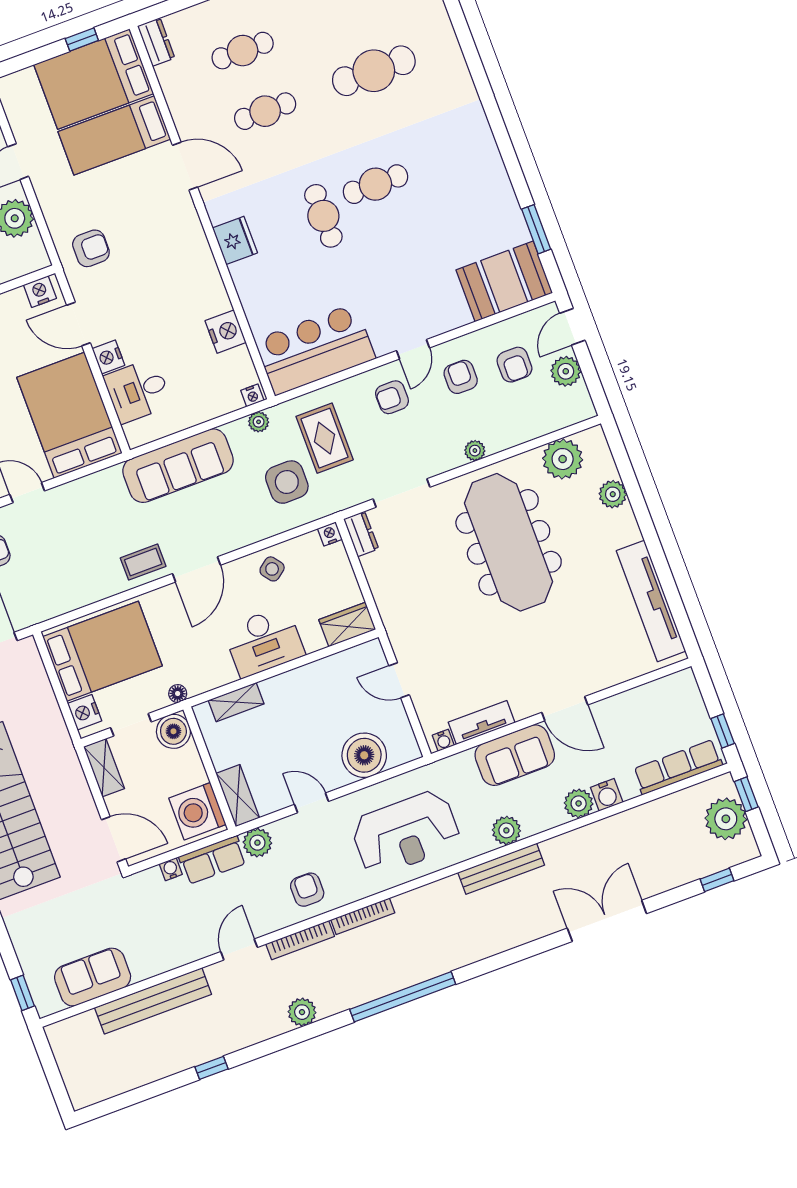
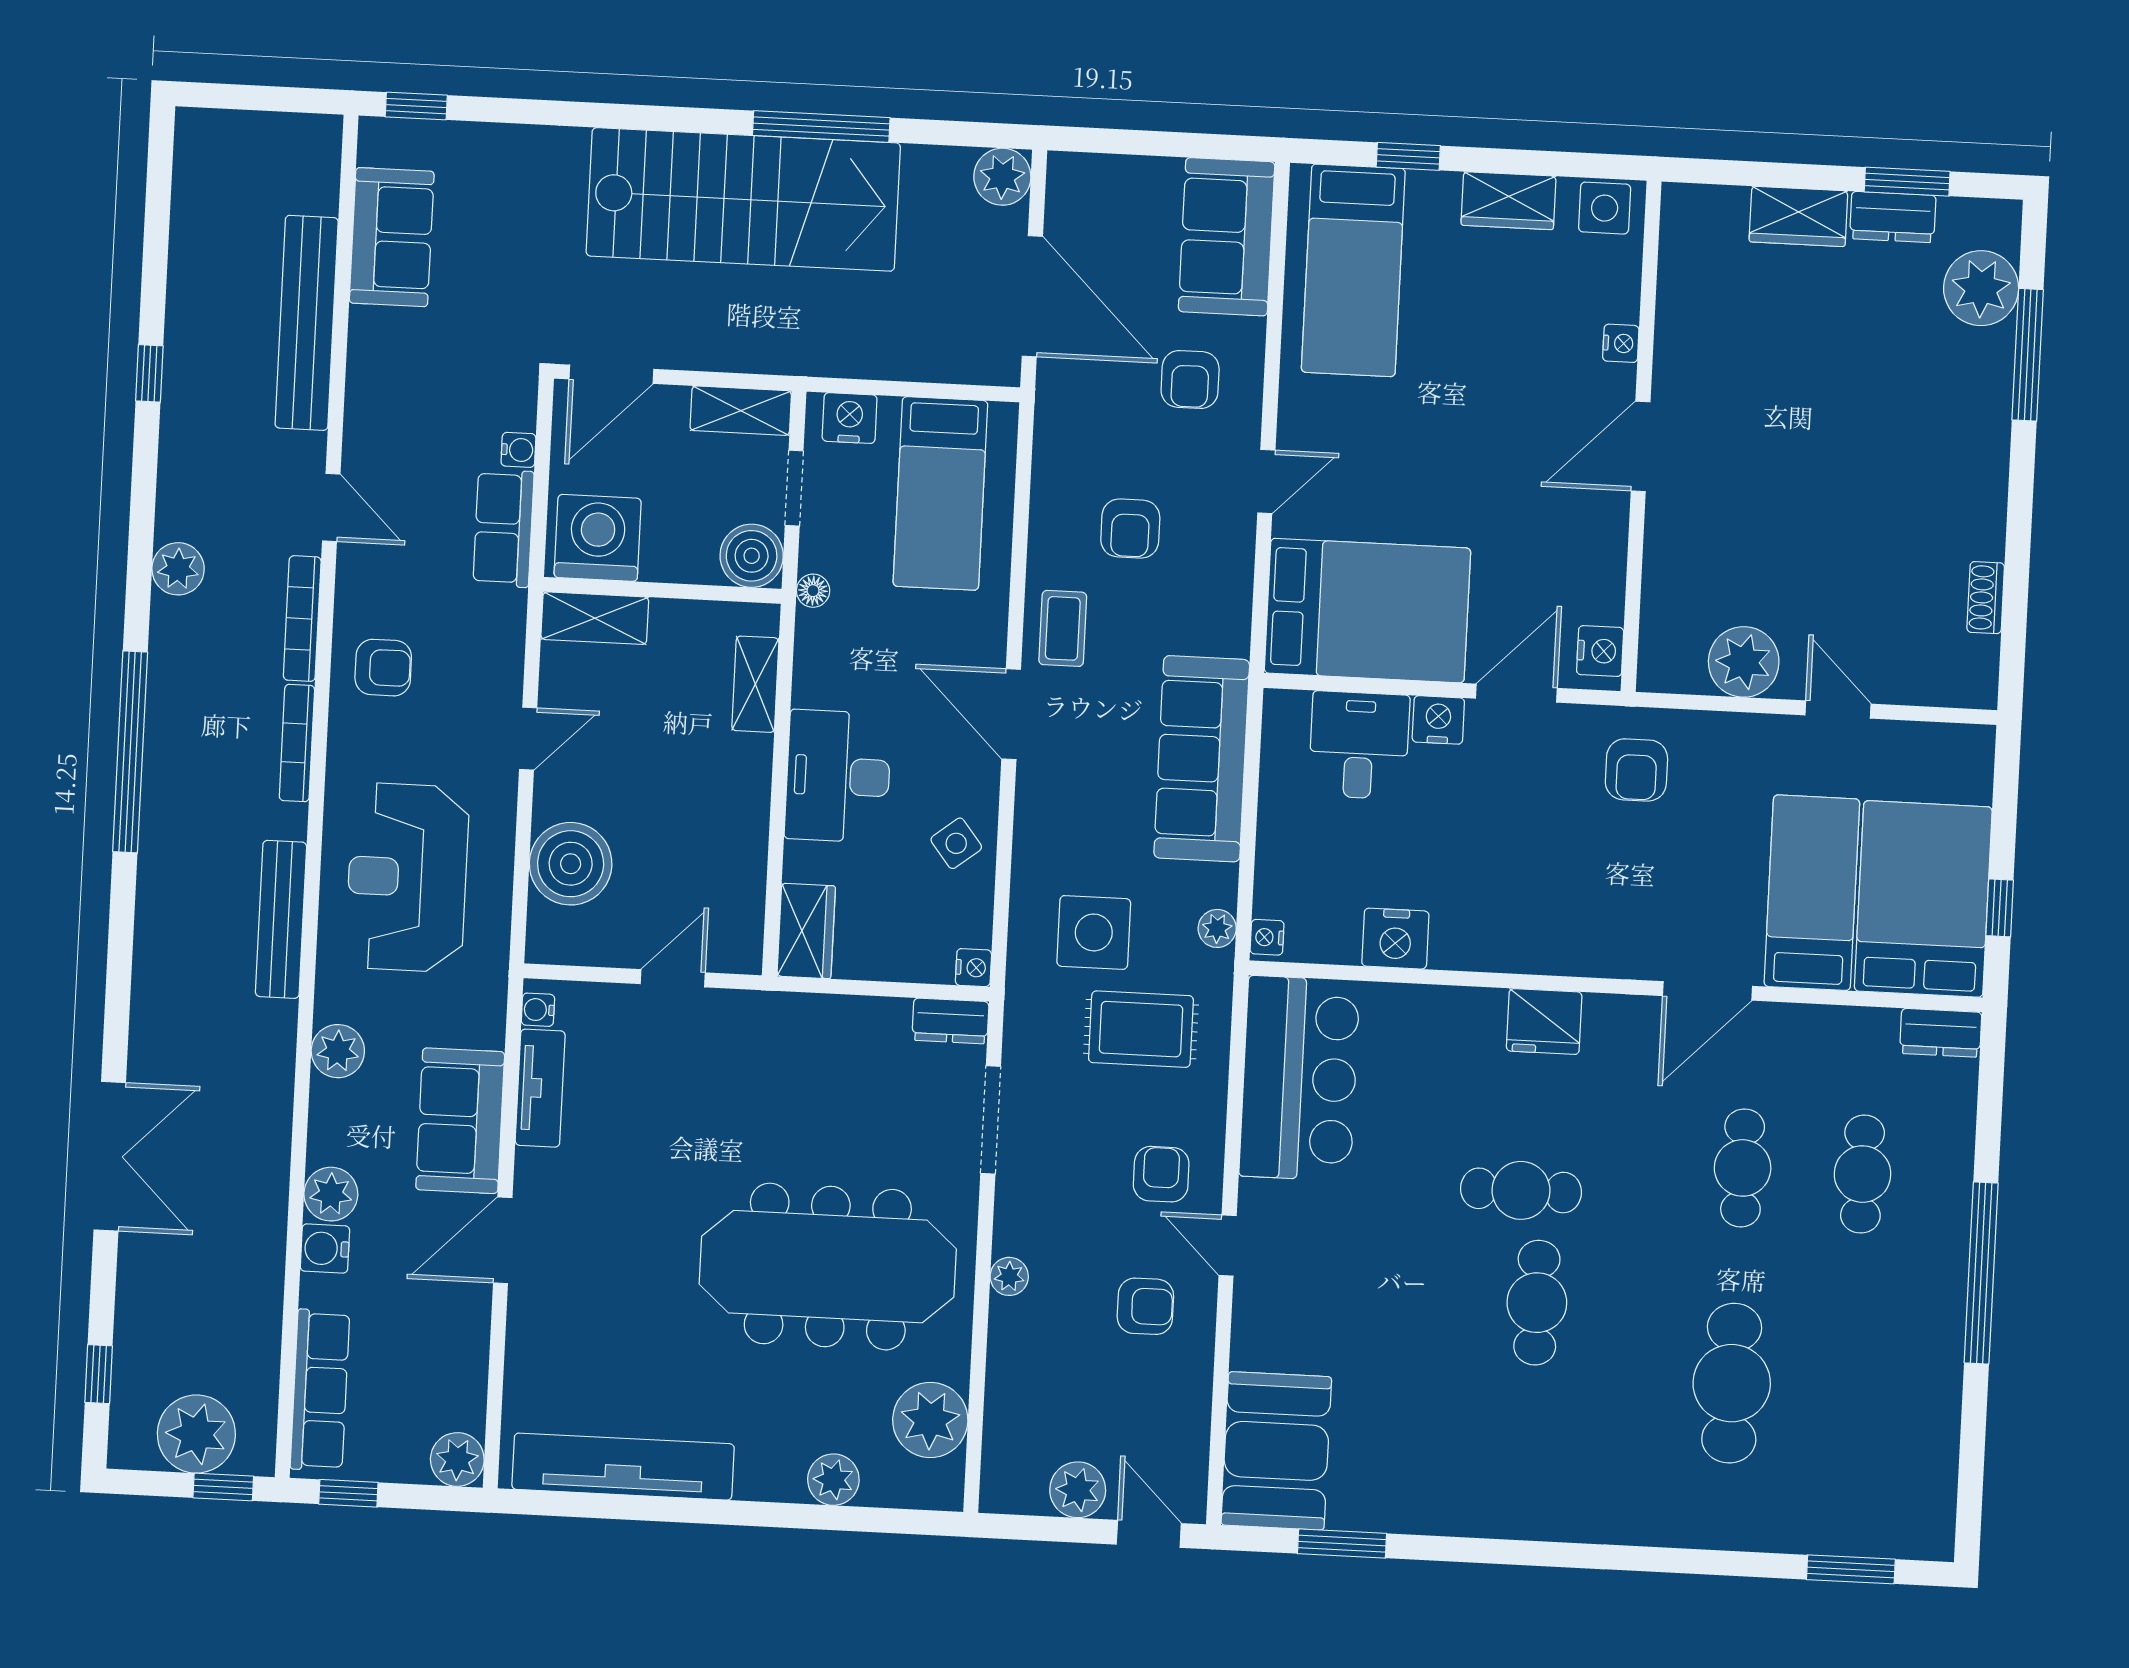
armchair: (514, 365) -> (1130, 528), moved, turned -90
bed: (102, 651) -> (940, 493), width x0.67
plant: (257, 843) -> (457, 1459), moved
bench: (501, 869) -> (281, 919), moved

